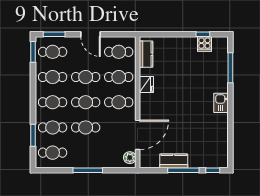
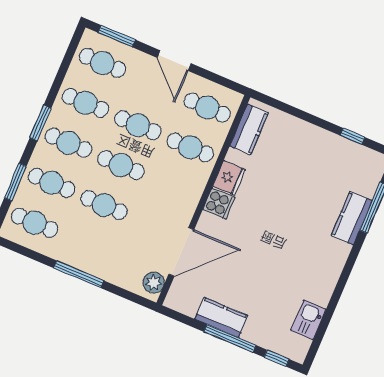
cooker: (204, 44) -> (219, 203), moved, turned -90
window: (33, 52) -> (40, 123), moved
kitchen counter: (221, 78) -> (352, 218), added
cafe table: (119, 102) -> (173, 187), removed
kitchen sink: (221, 103) -> (308, 320), moved

